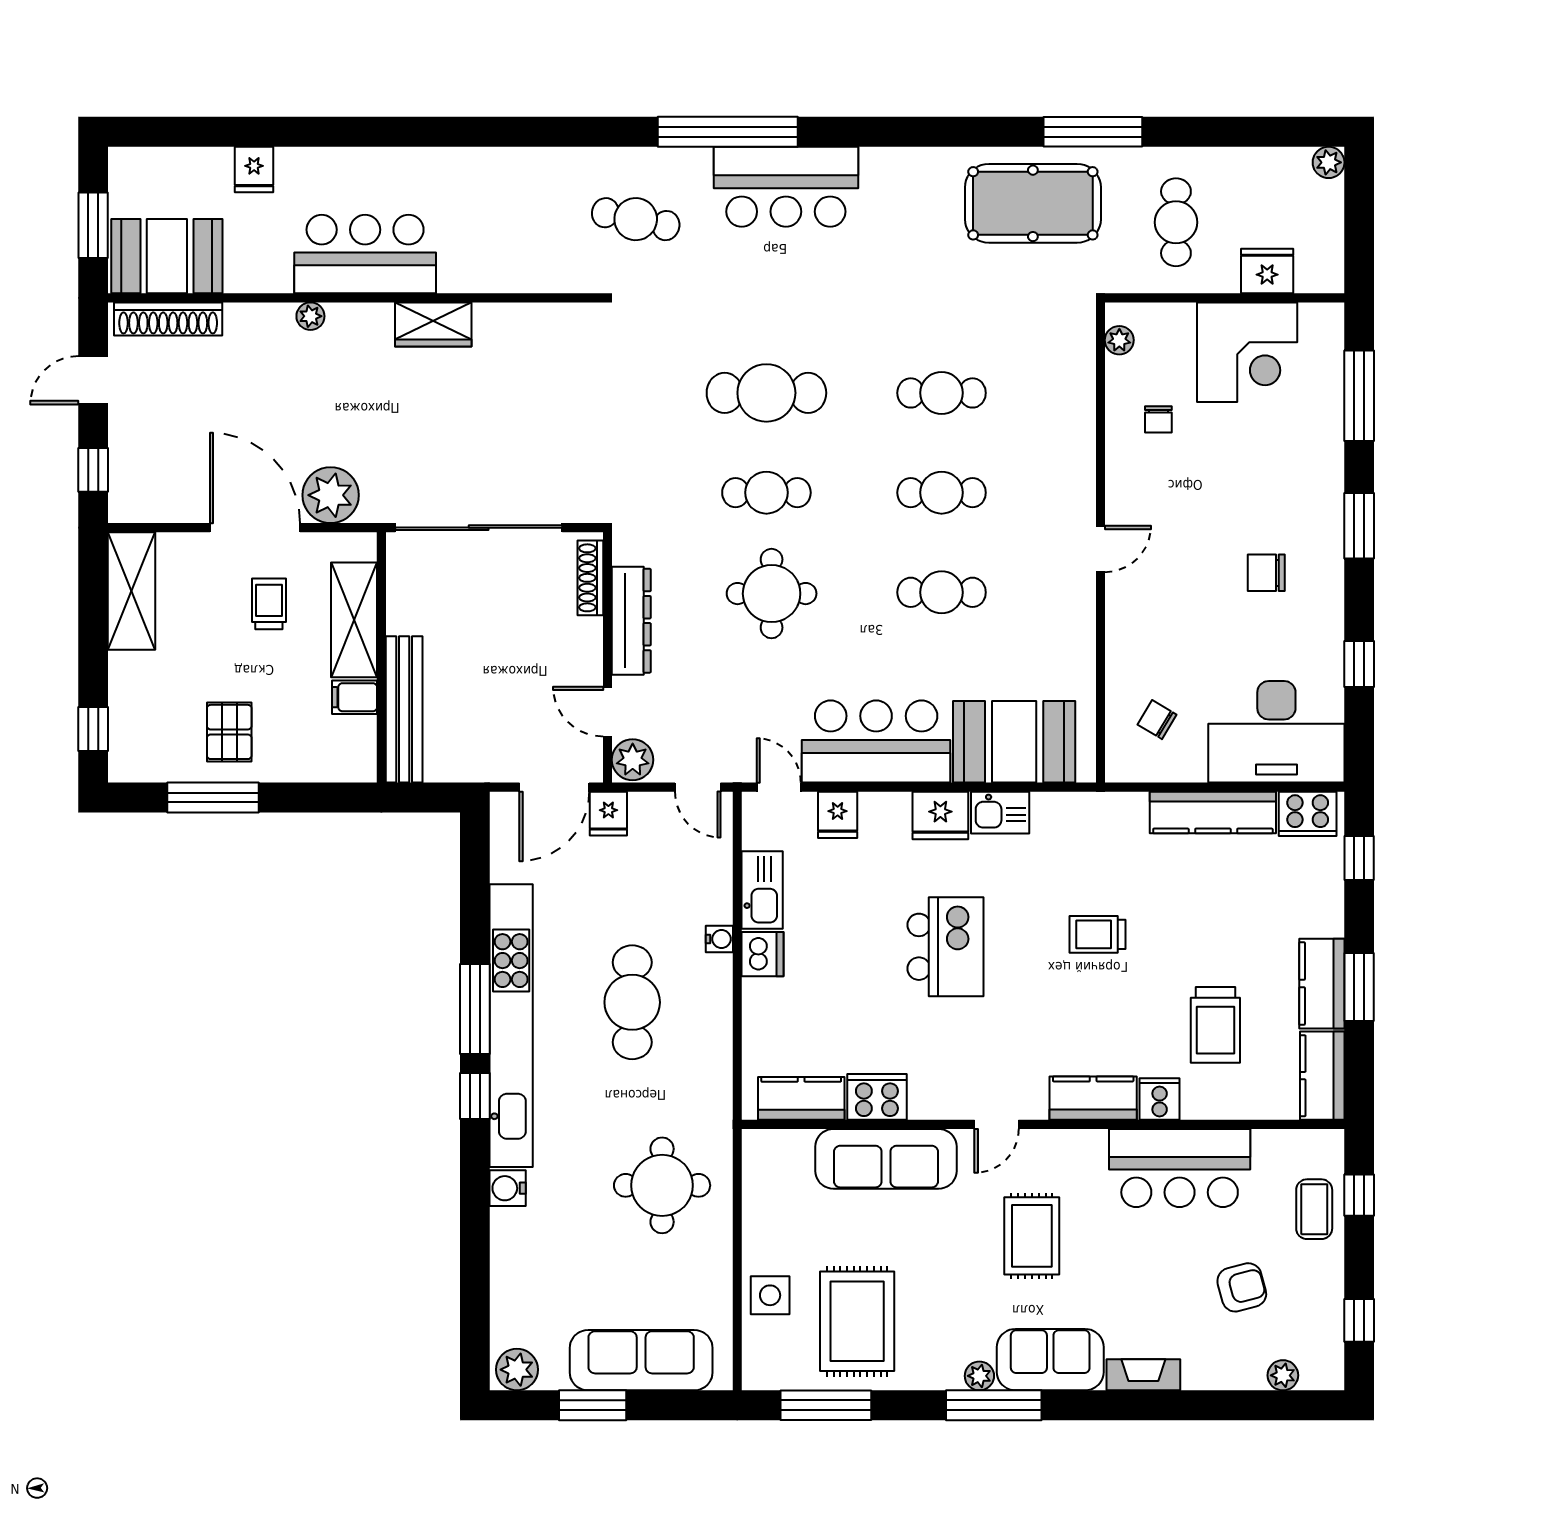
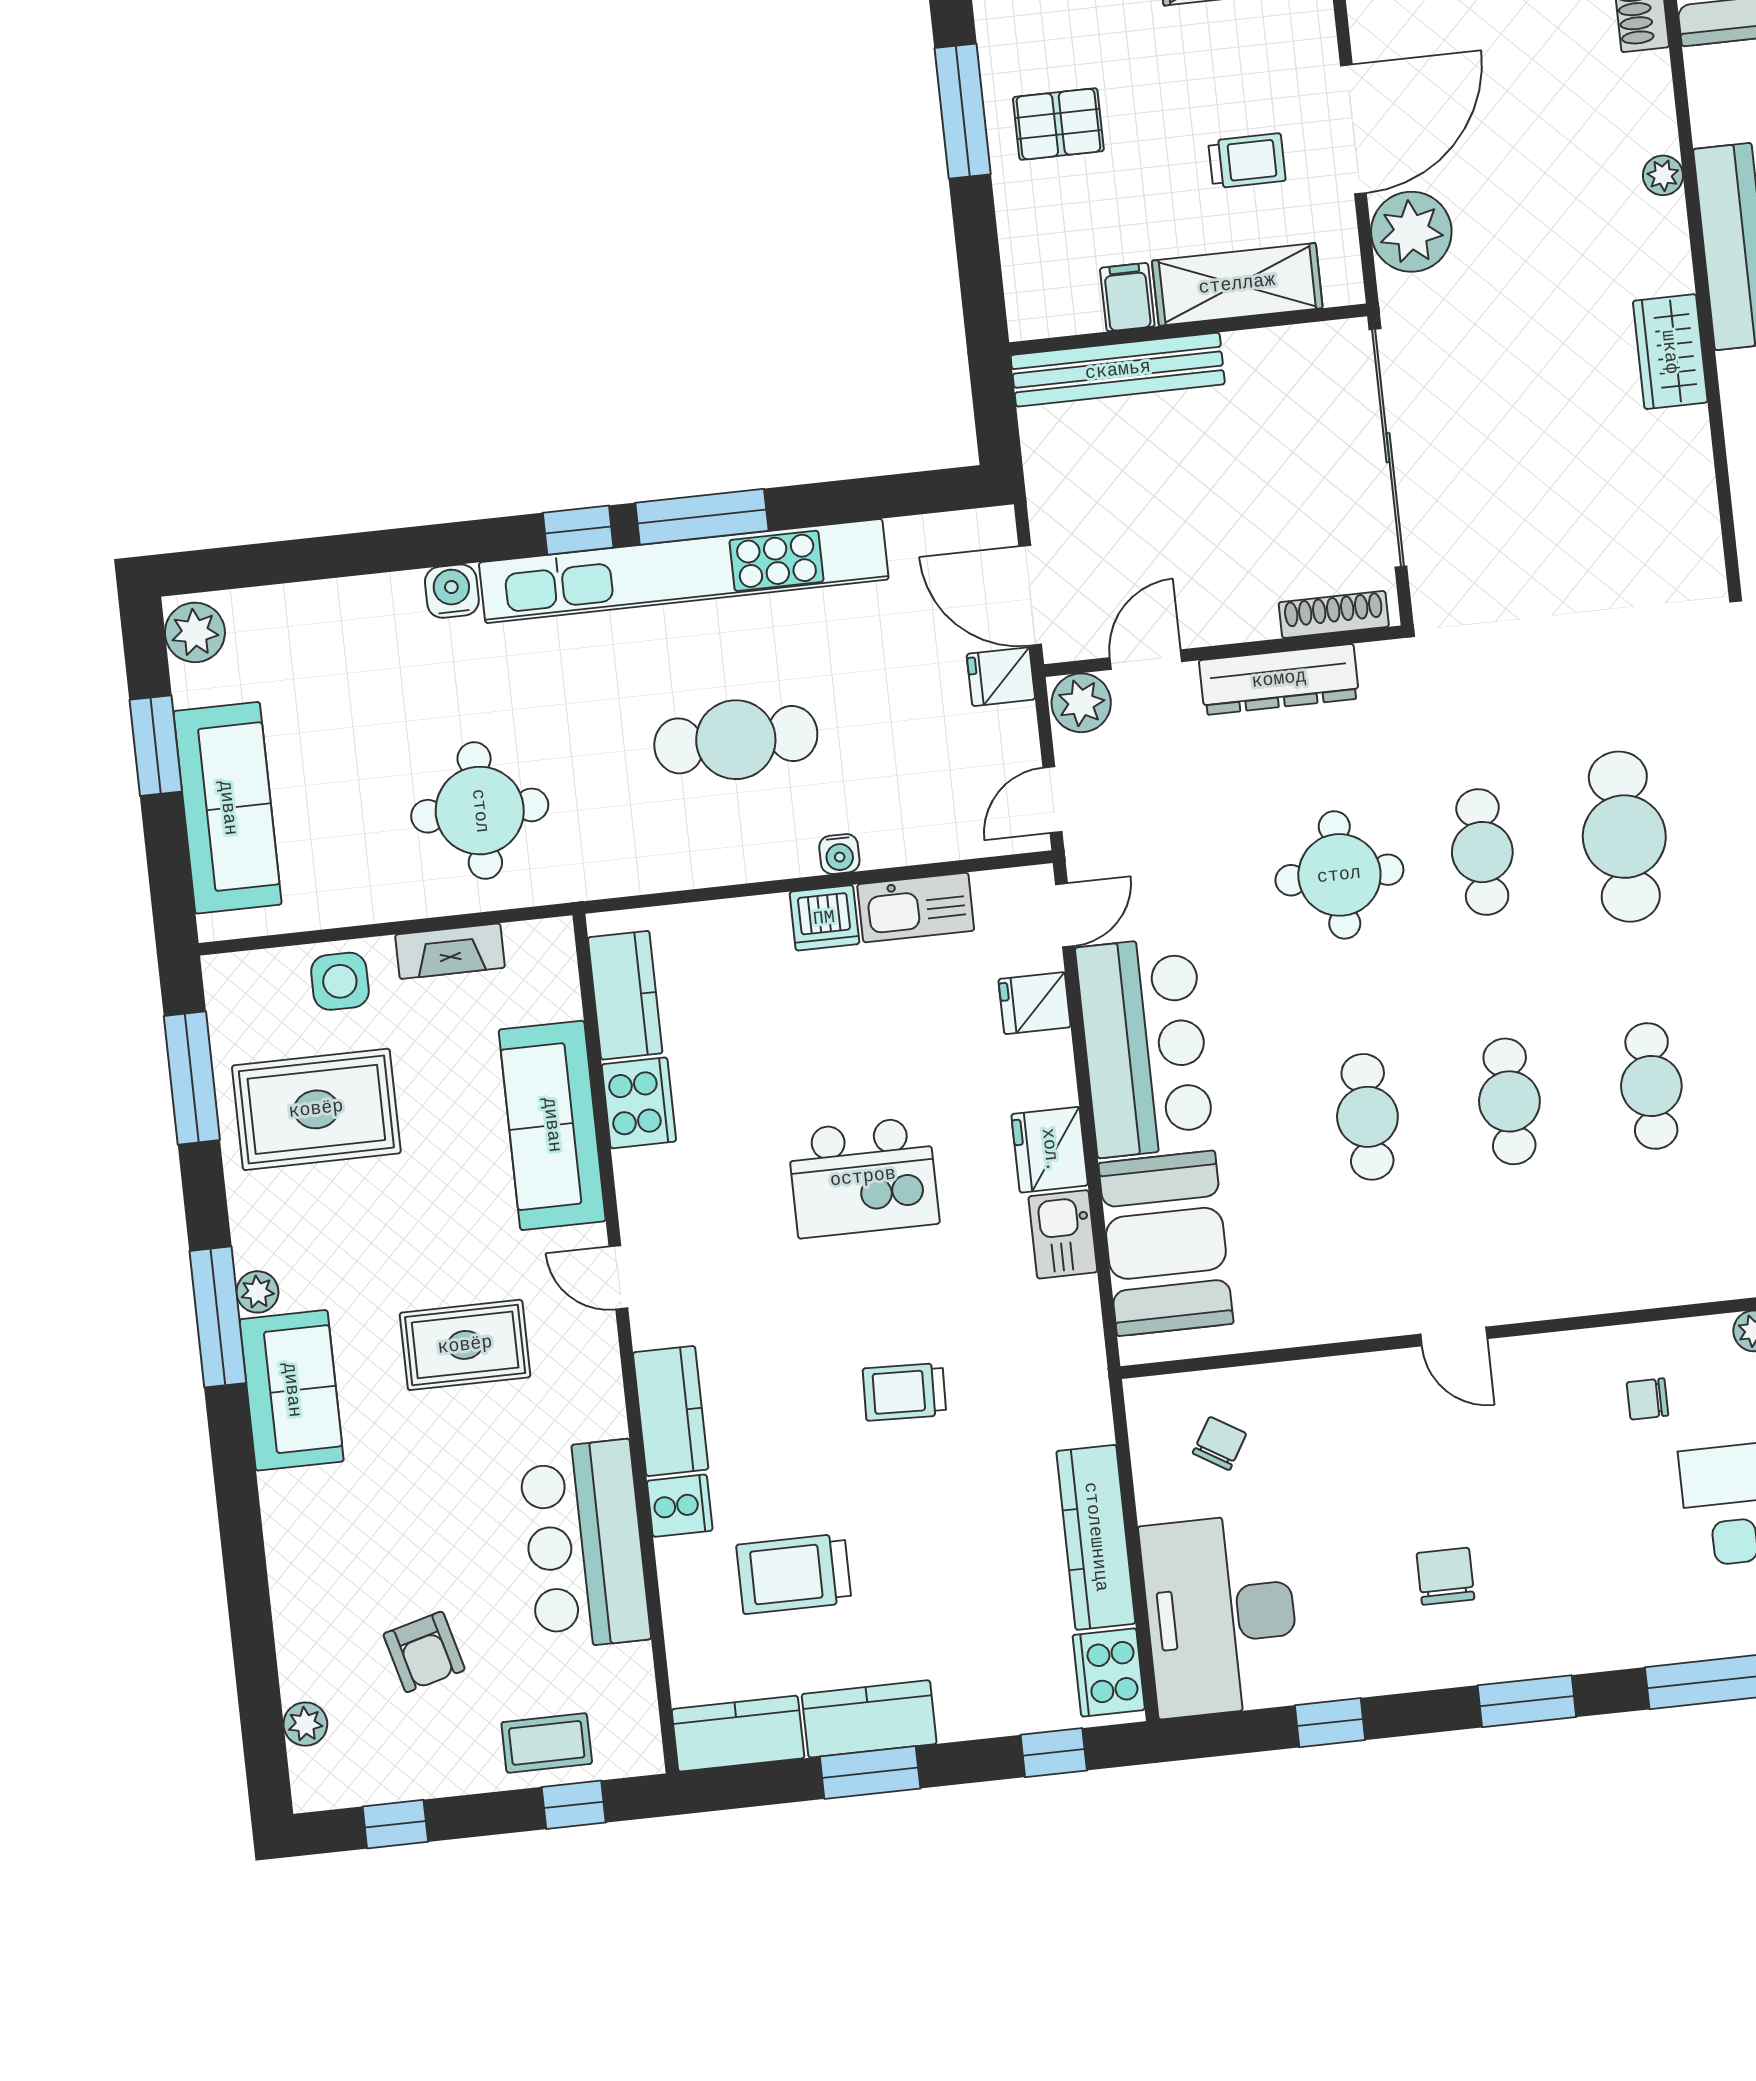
trolley: (1097, 934) -> (904, 1392), turned -88
fireplace: (1143, 1375) -> (450, 951), moved, turned 90

